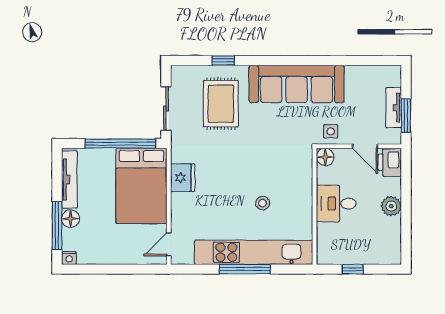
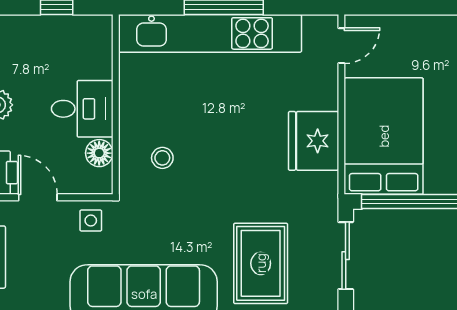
floor lamp: (325, 157) -> (99, 153), moved
fridge: (183, 178) -> (314, 141), width x1.36, depth x1.34
stool: (263, 203) -> (162, 158), moved

